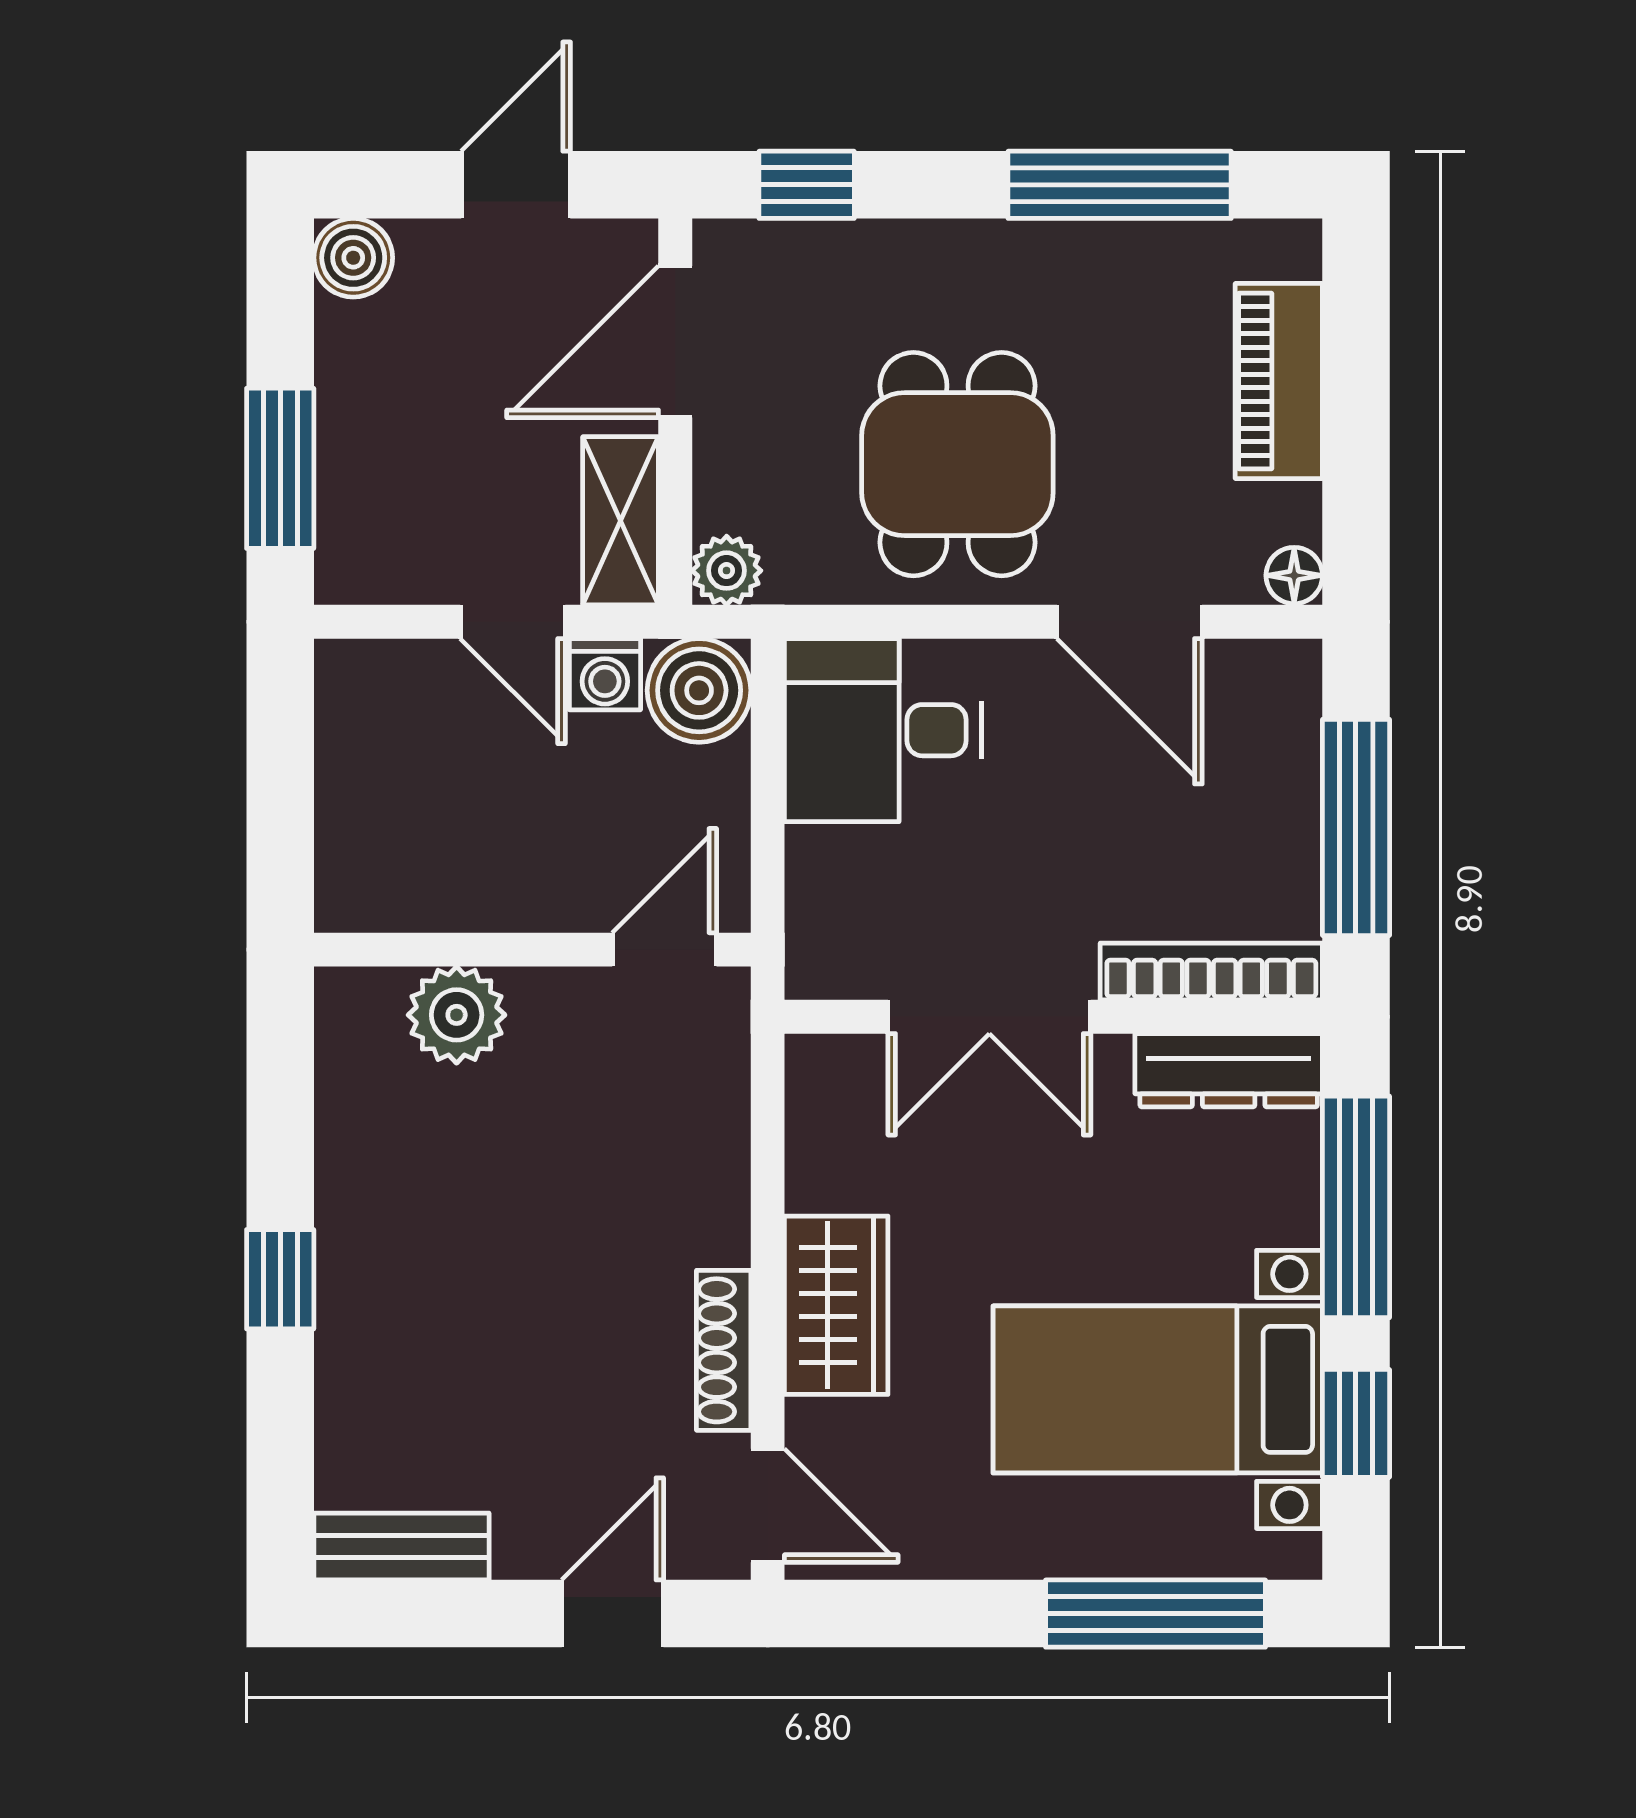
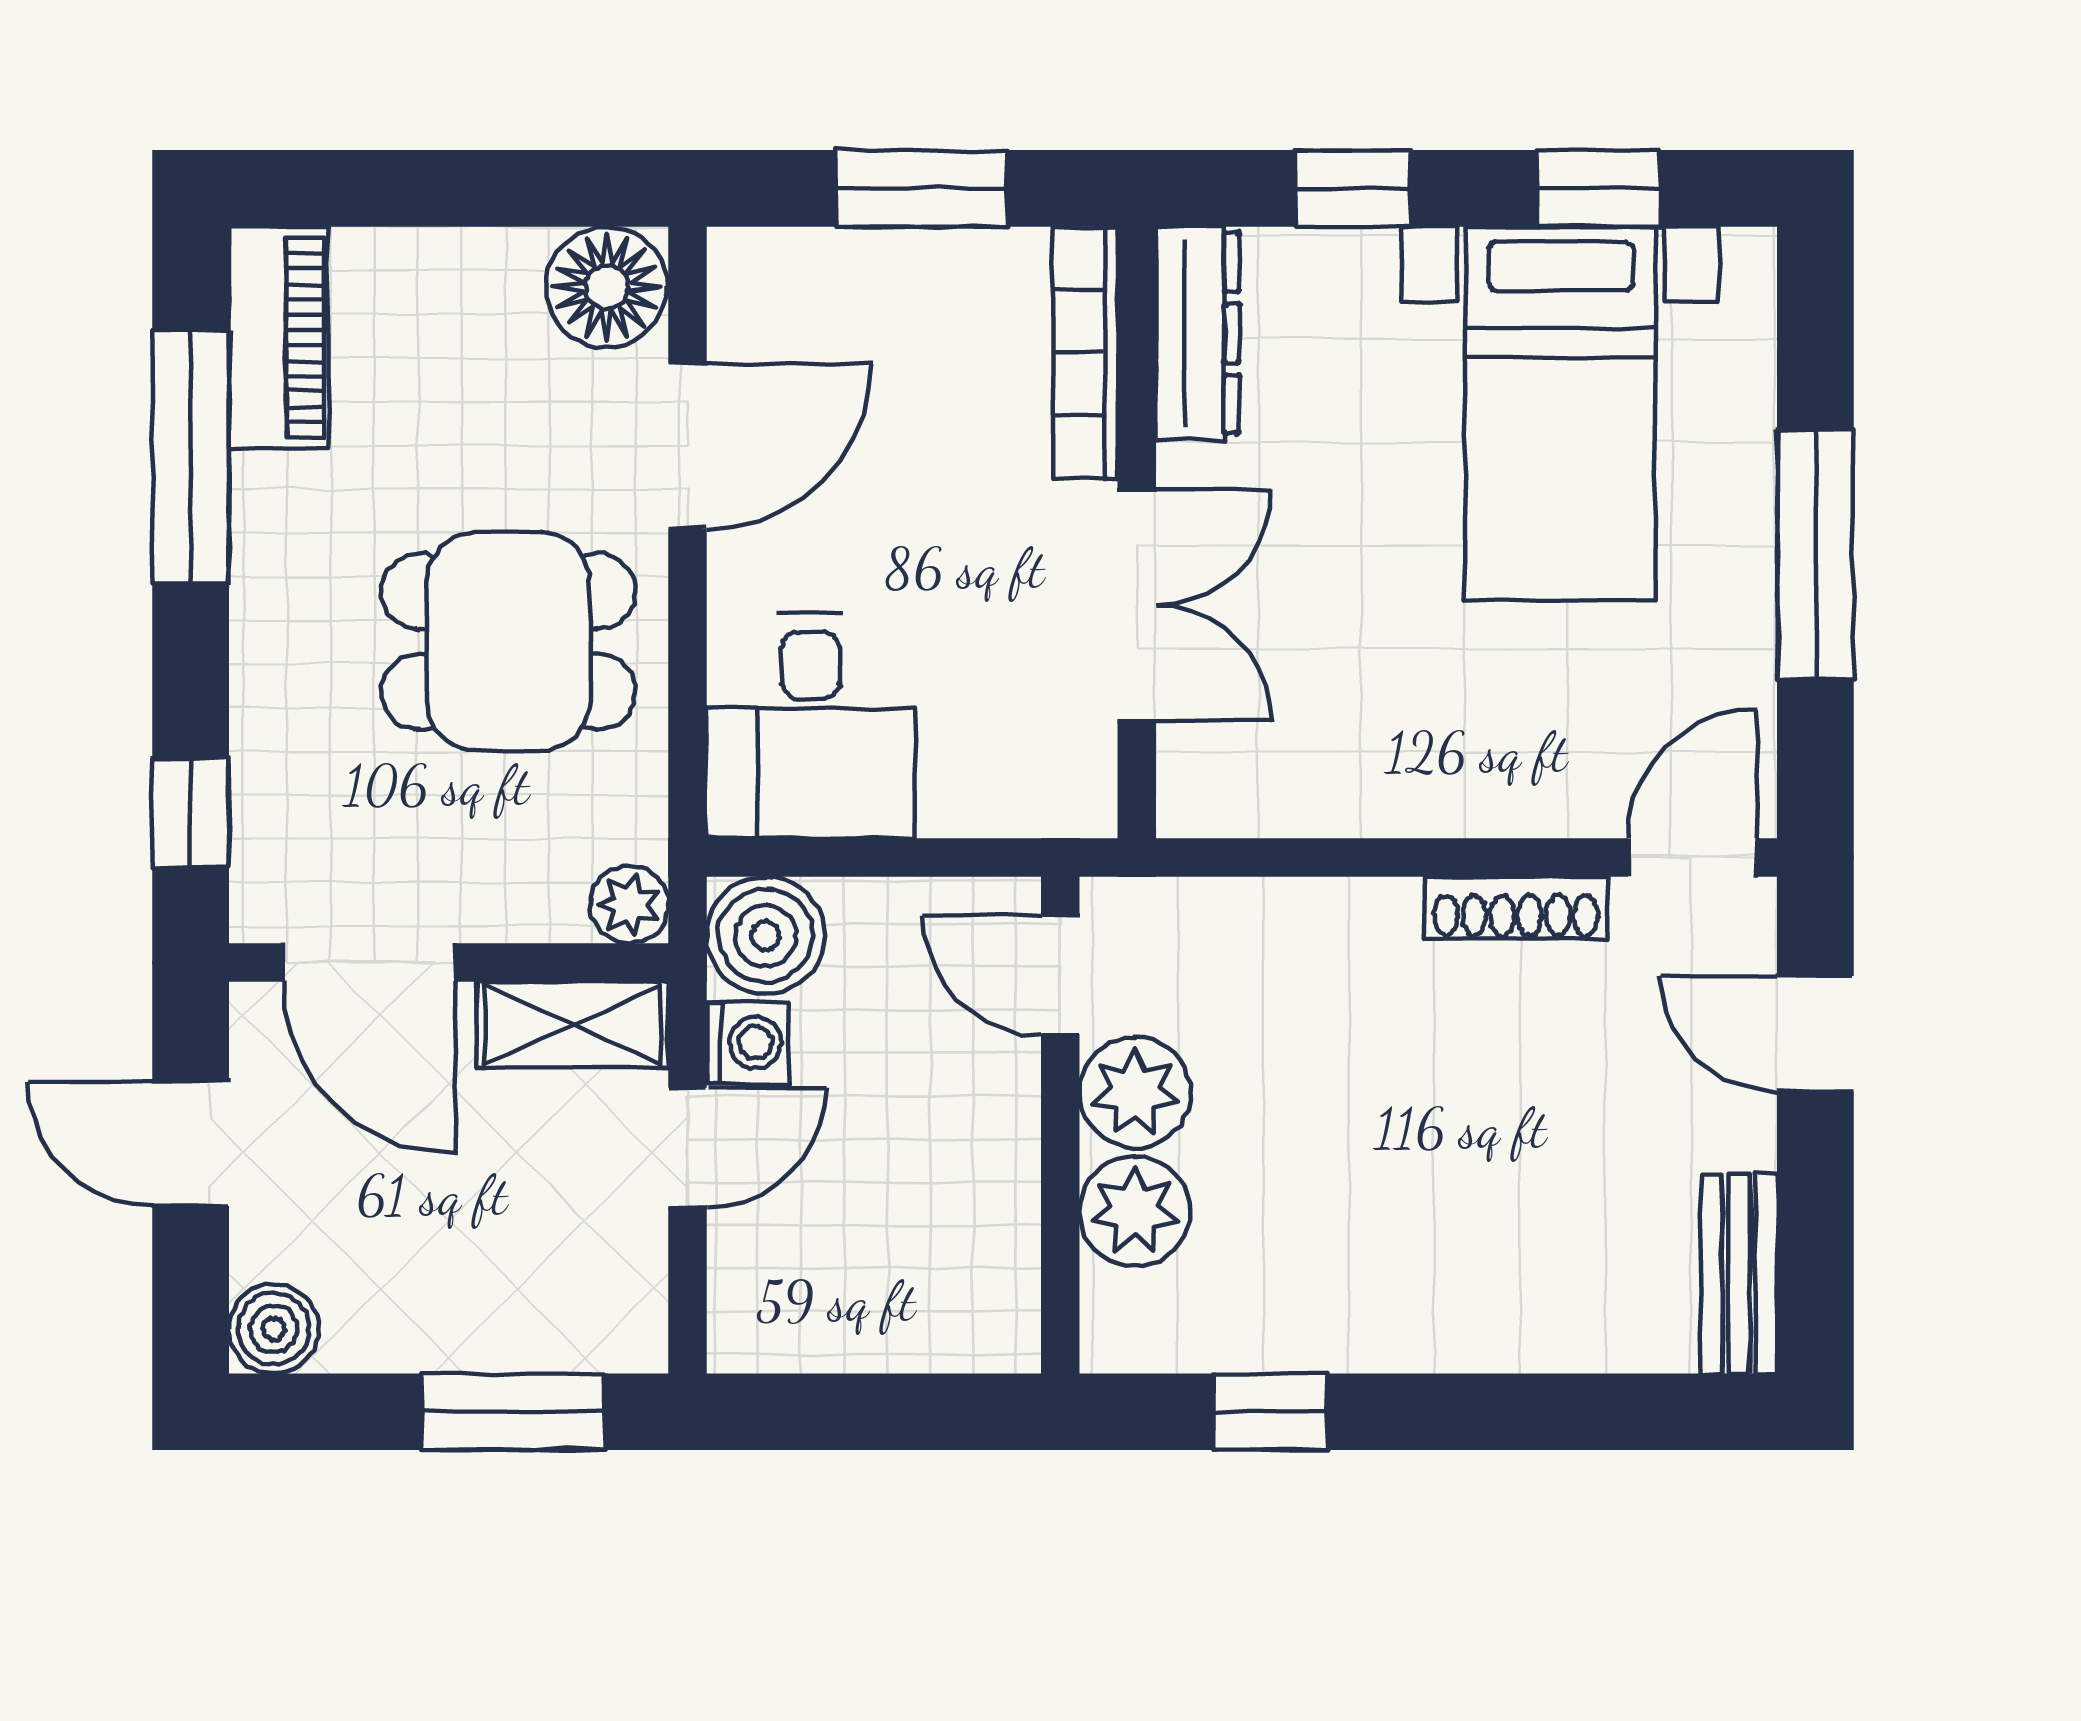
piano: (1279, 381) -> (278, 338), moved, turned -90
floor lamp: (1294, 575) -> (606, 287), width x1.89, depth x1.89
window: (1356, 827) -> (921, 188), width x0.69
plant: (561, 1015) -> (1135, 1093), added
window: (1356, 1207) -> (1353, 188), width x0.46
window: (280, 1279) -> (1270, 1412), moved
wardrobe: (836, 1305) -> (1465, 779), removed
window: (1156, 1614) -> (1815, 554), moved

